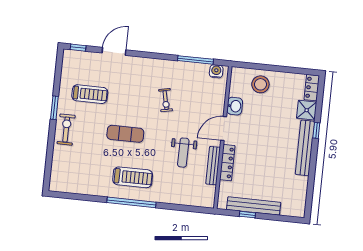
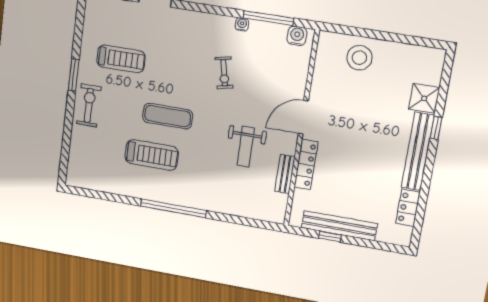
water cooler: (177, 65) -> (242, 24), added
locker: (312, 88) -> (408, 208), moved
washbasin: (235, 106) -> (321, 87), removed
bench: (213, 166) -> (285, 174), width x0.73
treadmill: (133, 177) -> (152, 155), moved

